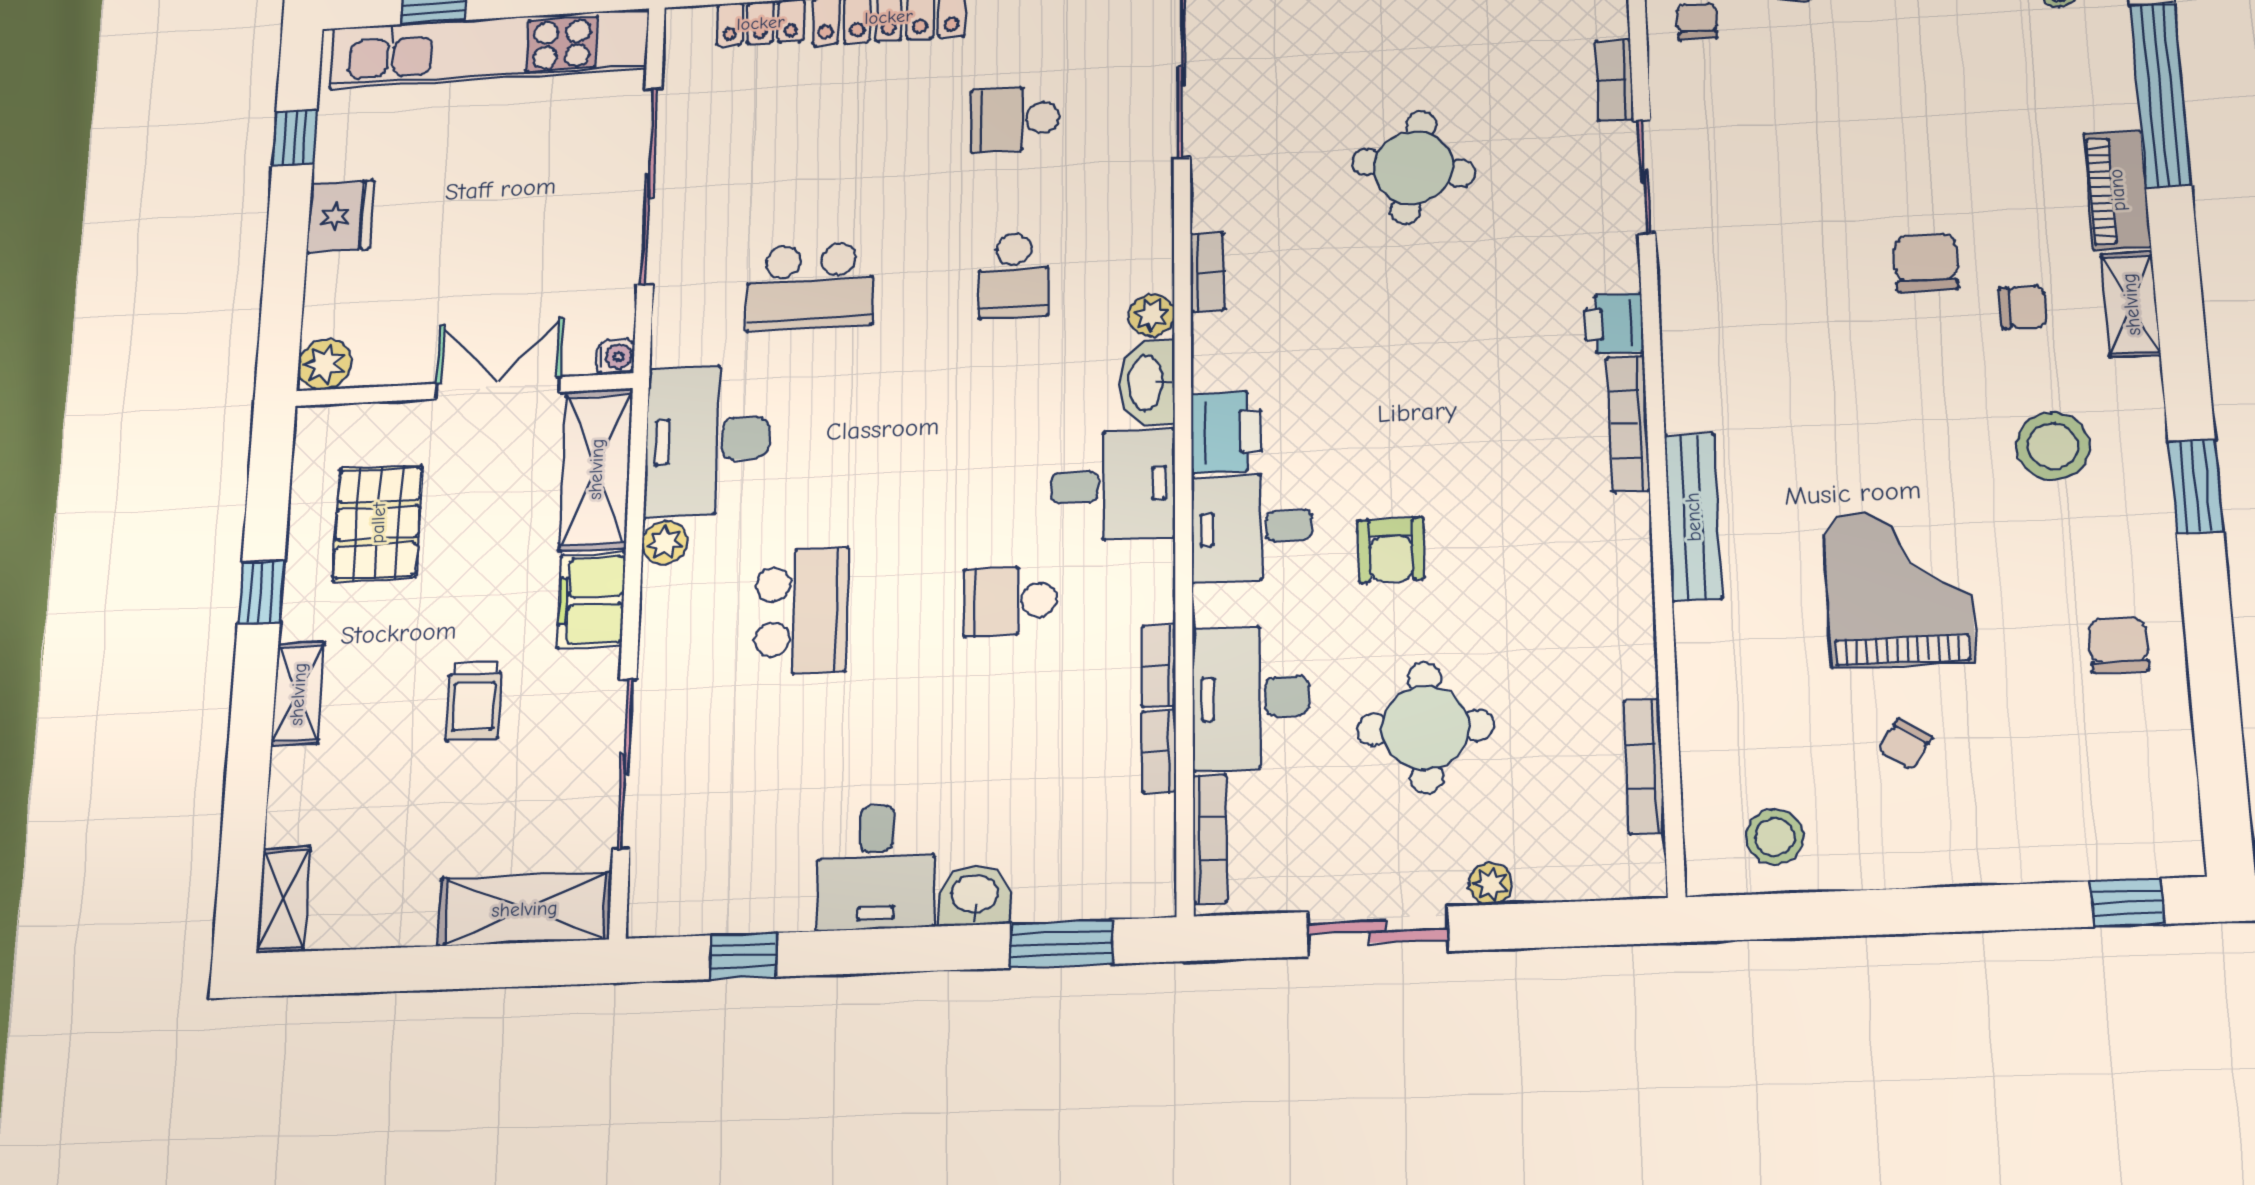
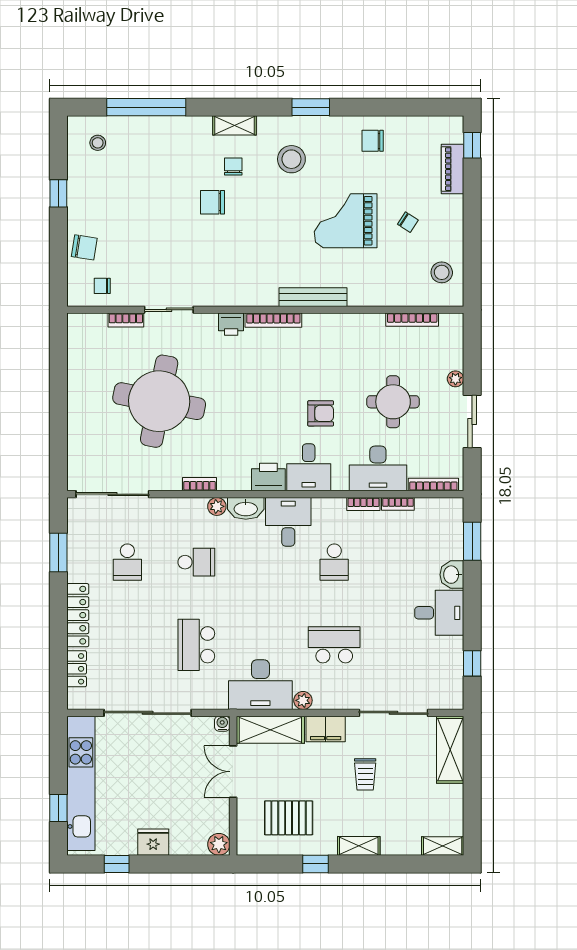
round table: (1413, 168) -> (159, 401), width x1.86, depth x1.86
piano: (2117, 190) -> (452, 169), moved, turned 90
school desk: (810, 287) -> (196, 645), turned 180
trolley: (474, 701) -> (365, 774), turned 90

